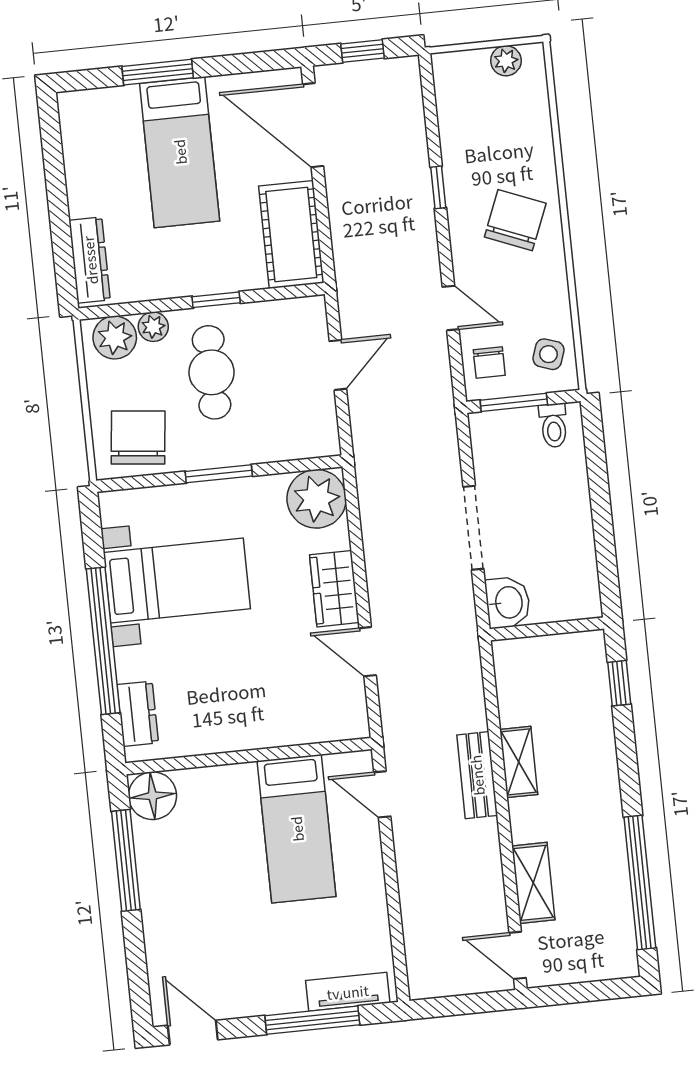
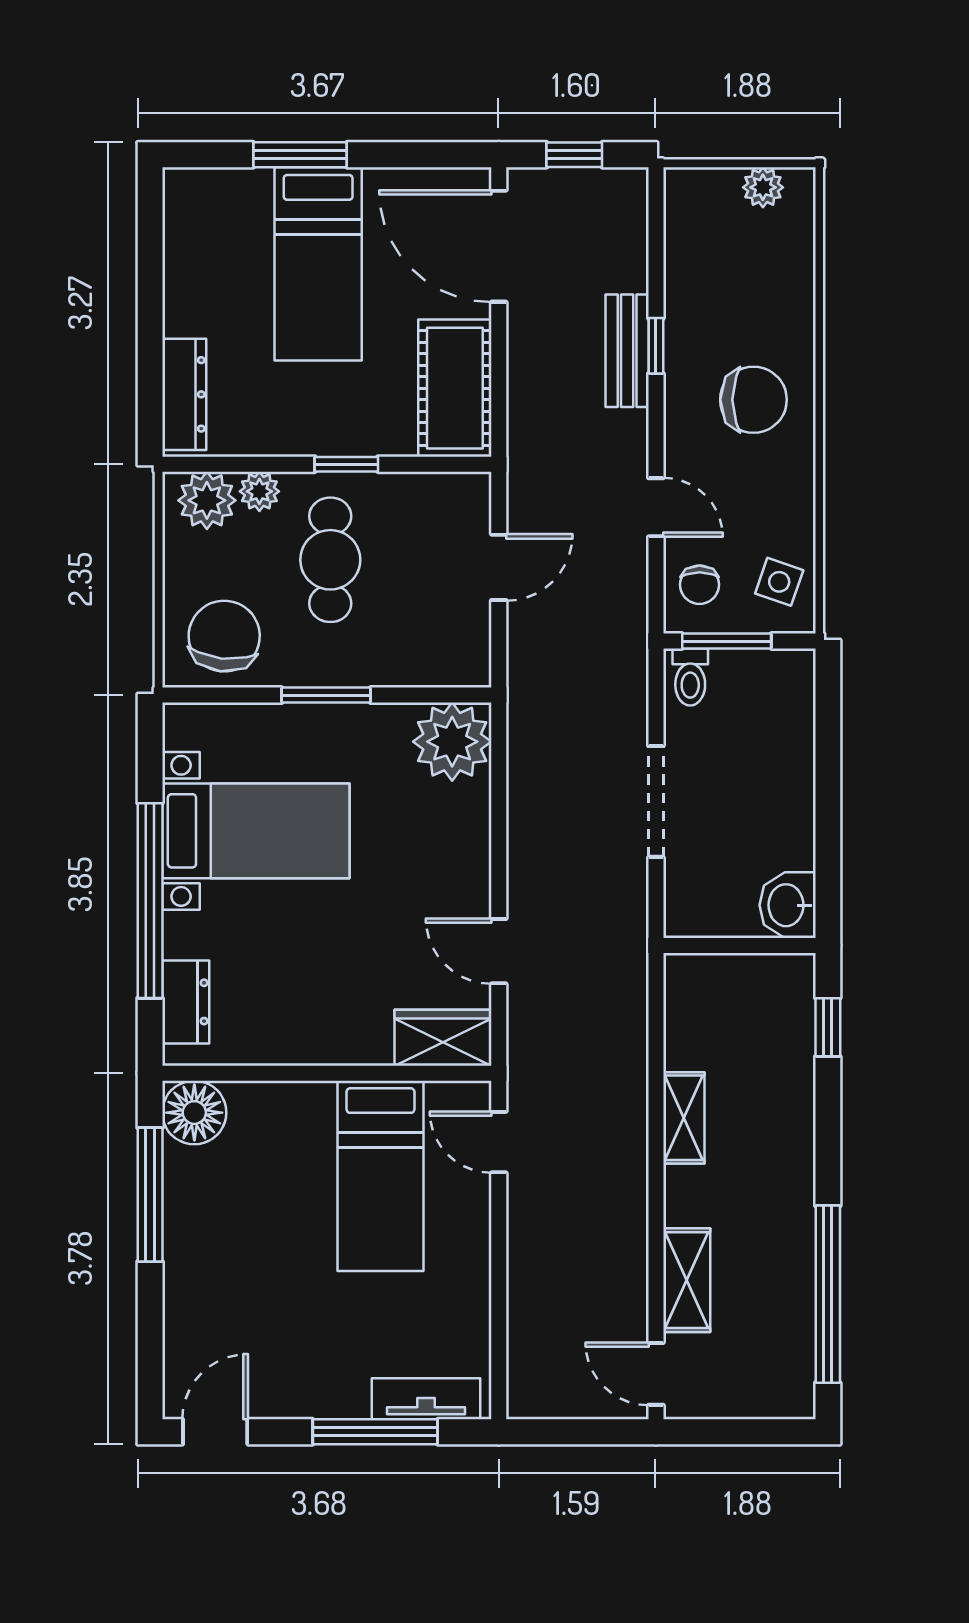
chair: (515, 220) -> (753, 400), turned 68
toilet: (554, 426) -> (690, 677), moved
wardrobe: (334, 589) -> (443, 1038), moved, turned 90
washbasin: (508, 602) -> (788, 905), moved, turned 180
bench: (477, 775) -> (627, 351), moved
door: (193, 1033) -> (215, 1432), hinge flipped

